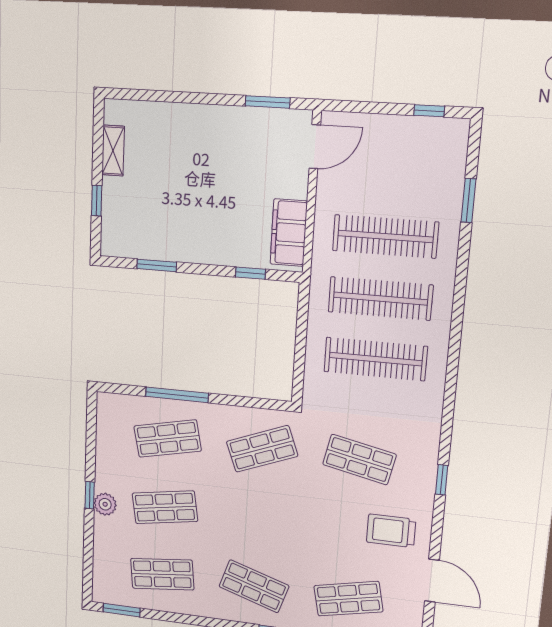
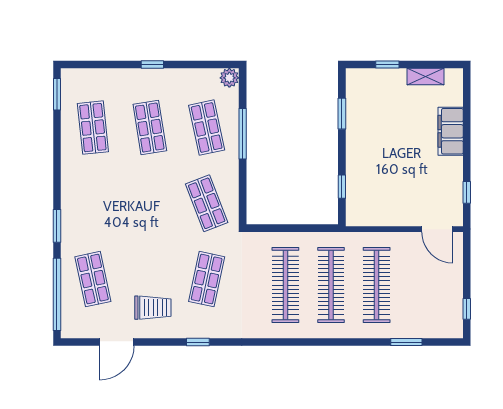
window: (268, 102) -> (467, 192), width x0.67
filing cabinet: (289, 233) -> (451, 131), moved, turned -90
plant: (105, 504) -> (229, 78), moved
trolley: (391, 531) -> (153, 308), turned 90
shop shelf: (254, 586) -> (93, 203), removed

